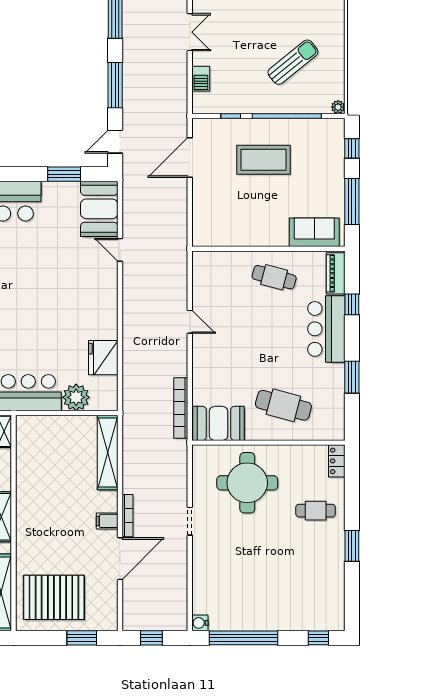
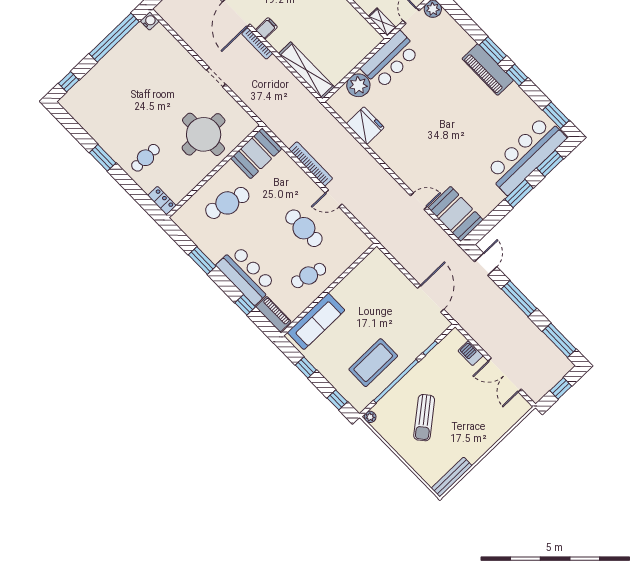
double door: (190, 32) -> (505, 375), width x1.37
coffee table: (263, 160) -> (373, 363), moved
window: (64, 174) -> (519, 194), moved
window: (352, 202) -> (306, 368), width x0.46
sofa: (314, 232) -> (316, 321), width x1.36
cafe table: (239, 321) -> (304, 228), added
bookcase: (181, 408) -> (311, 164), moved

